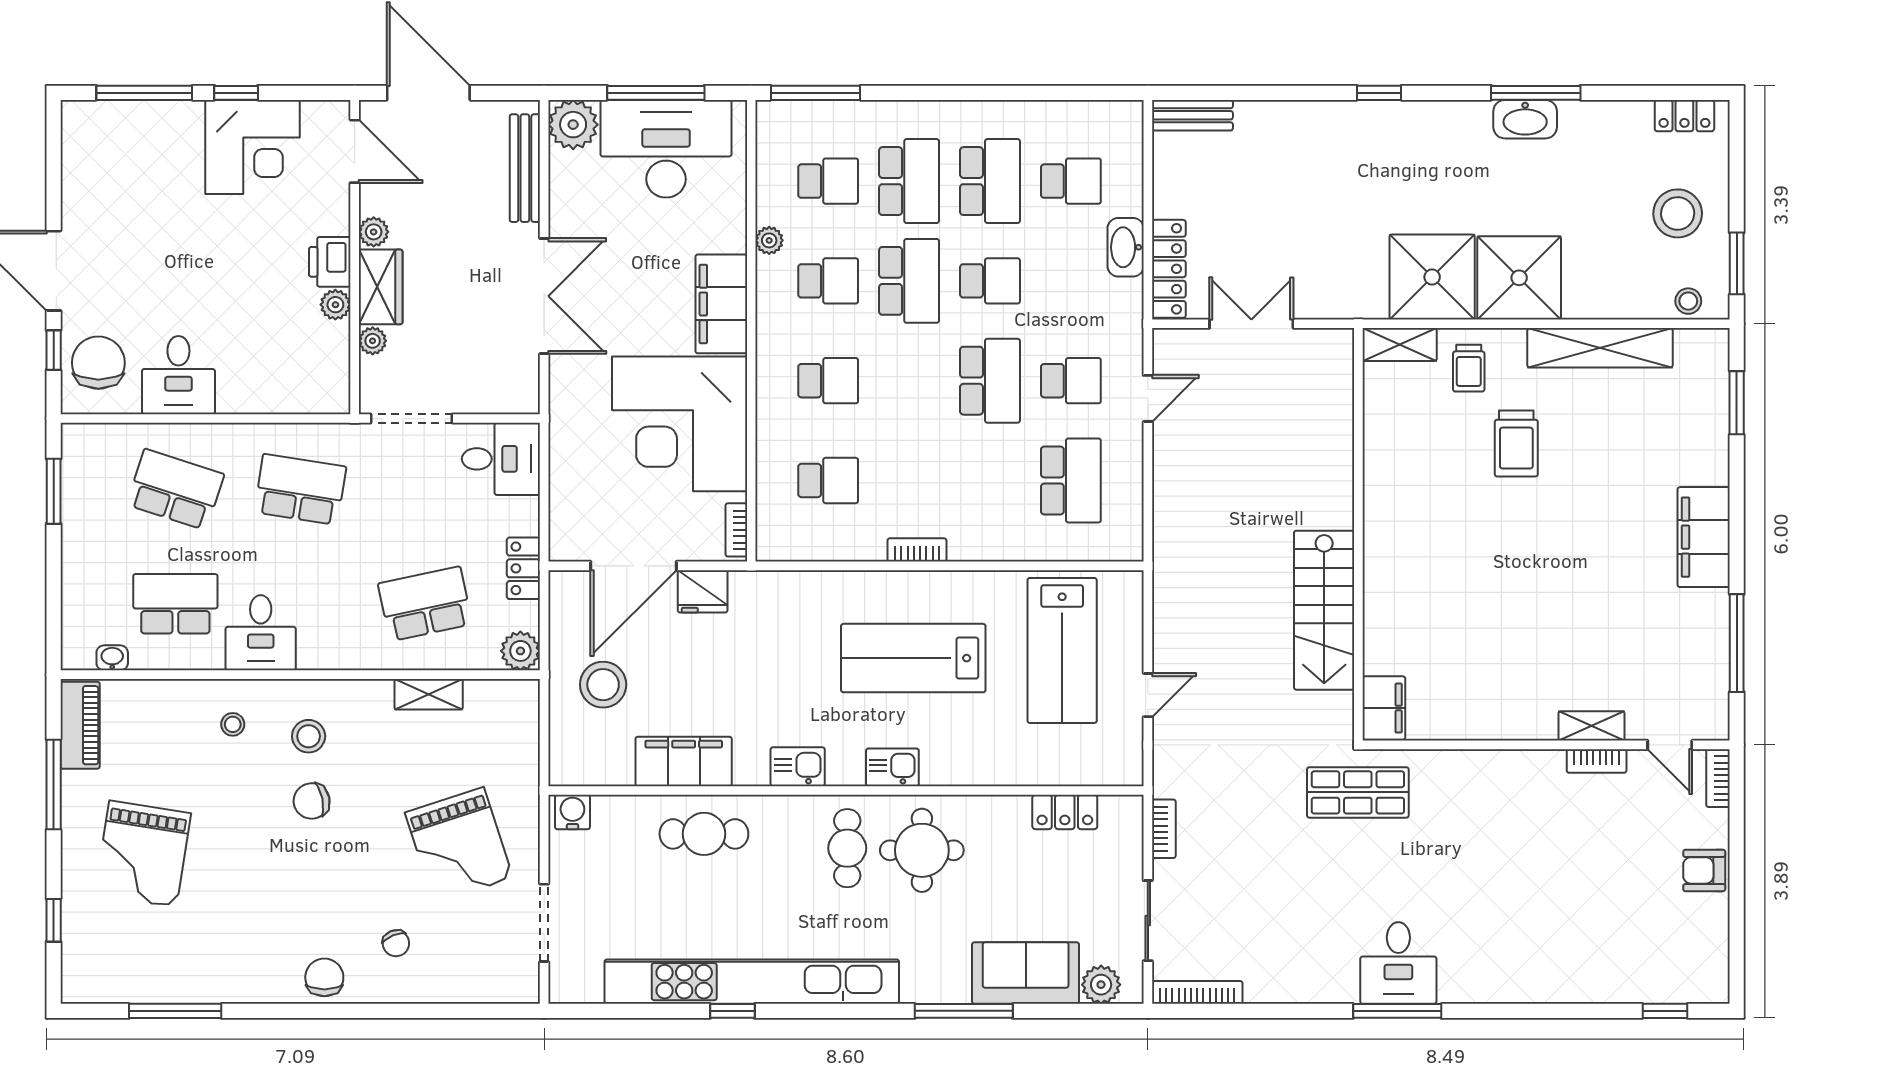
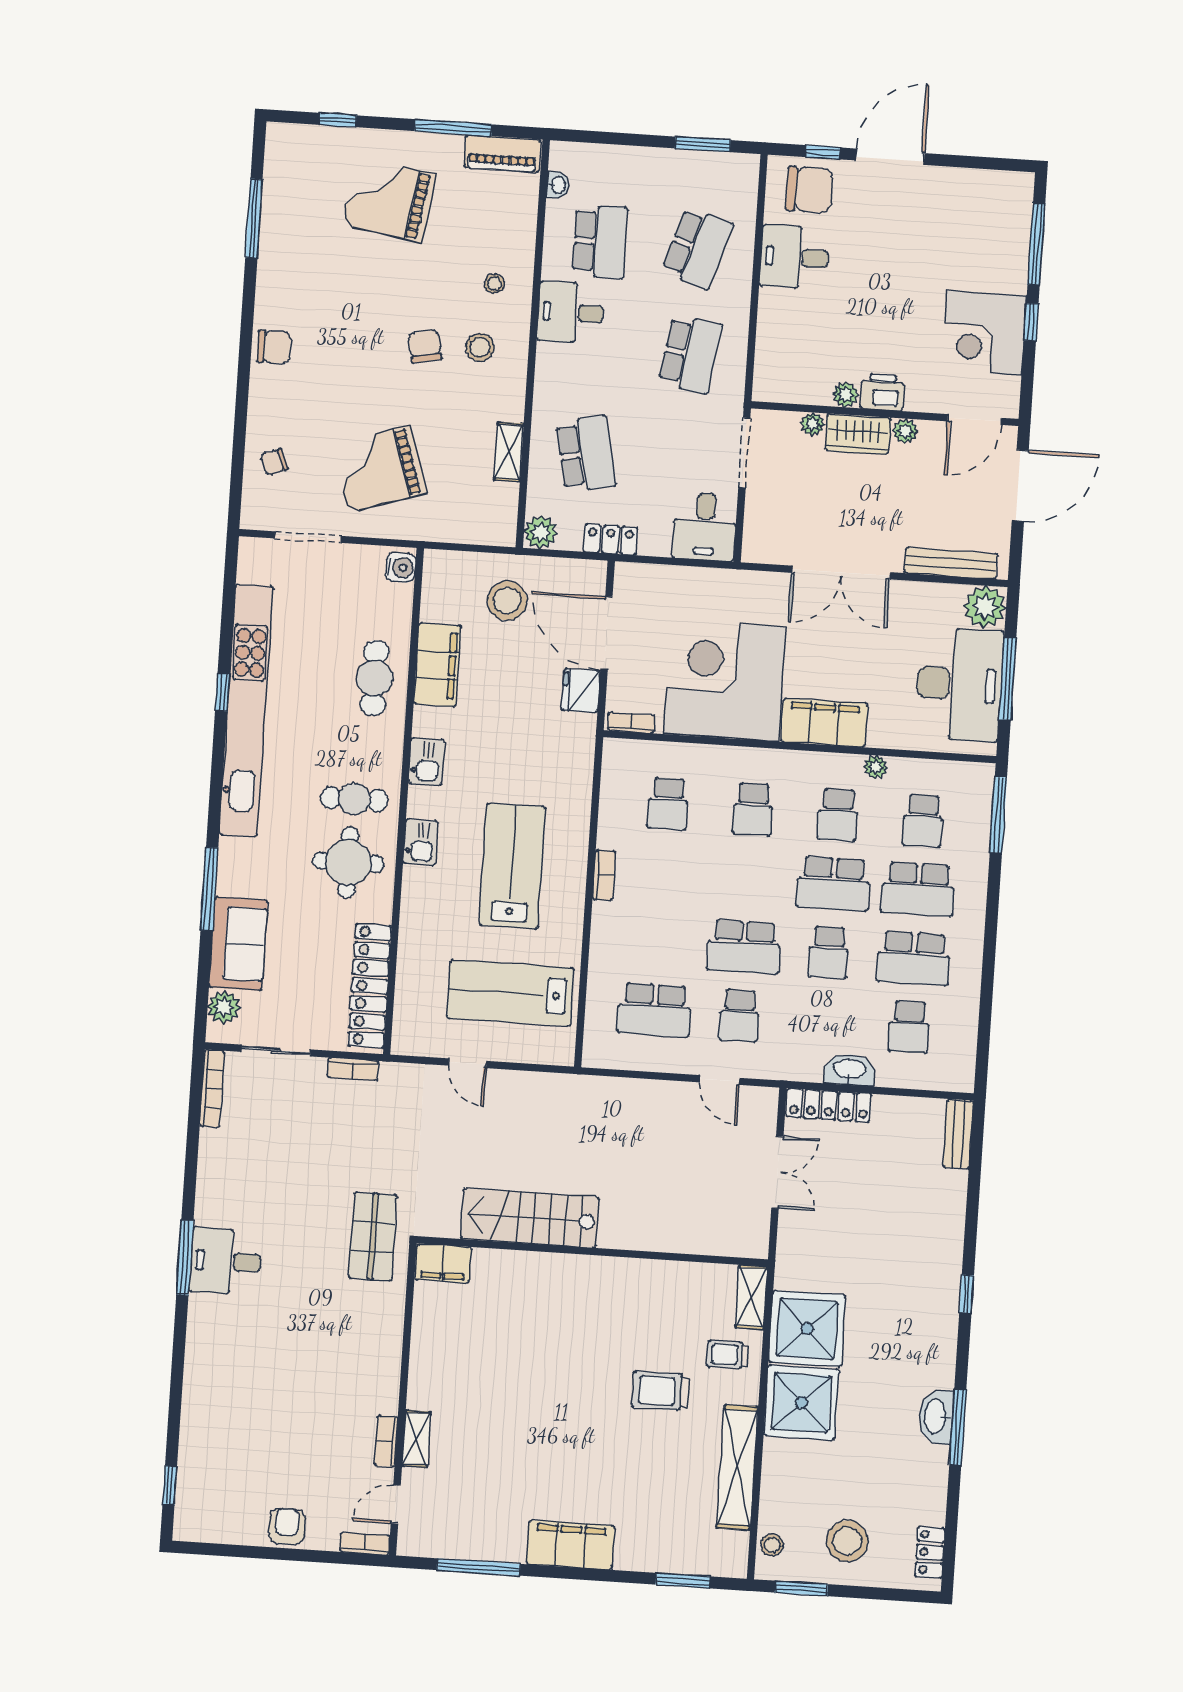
locker: (1065, 812) -> (370, 986), width x2.16, depth x1.21
chair: (396, 943) -> (274, 462), moved

